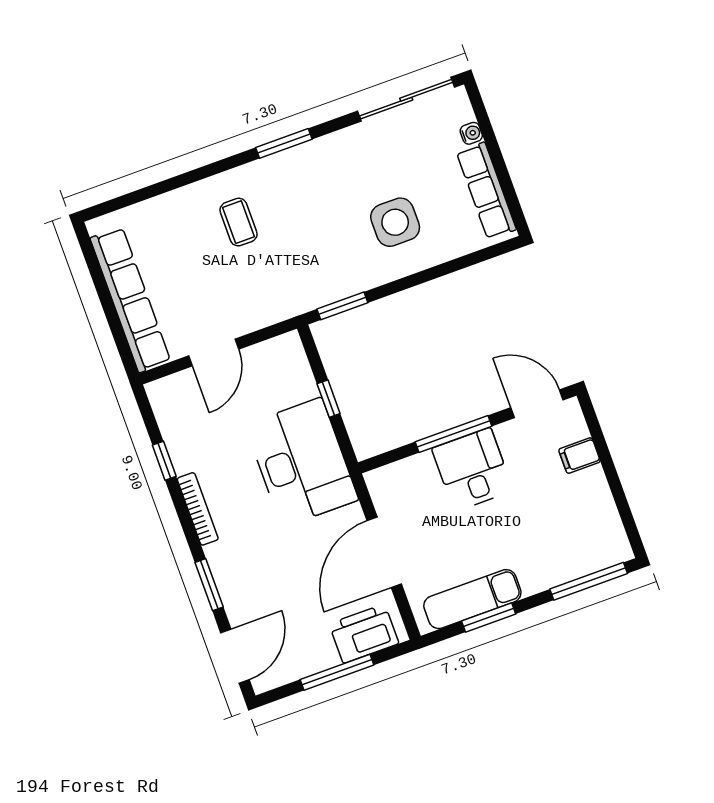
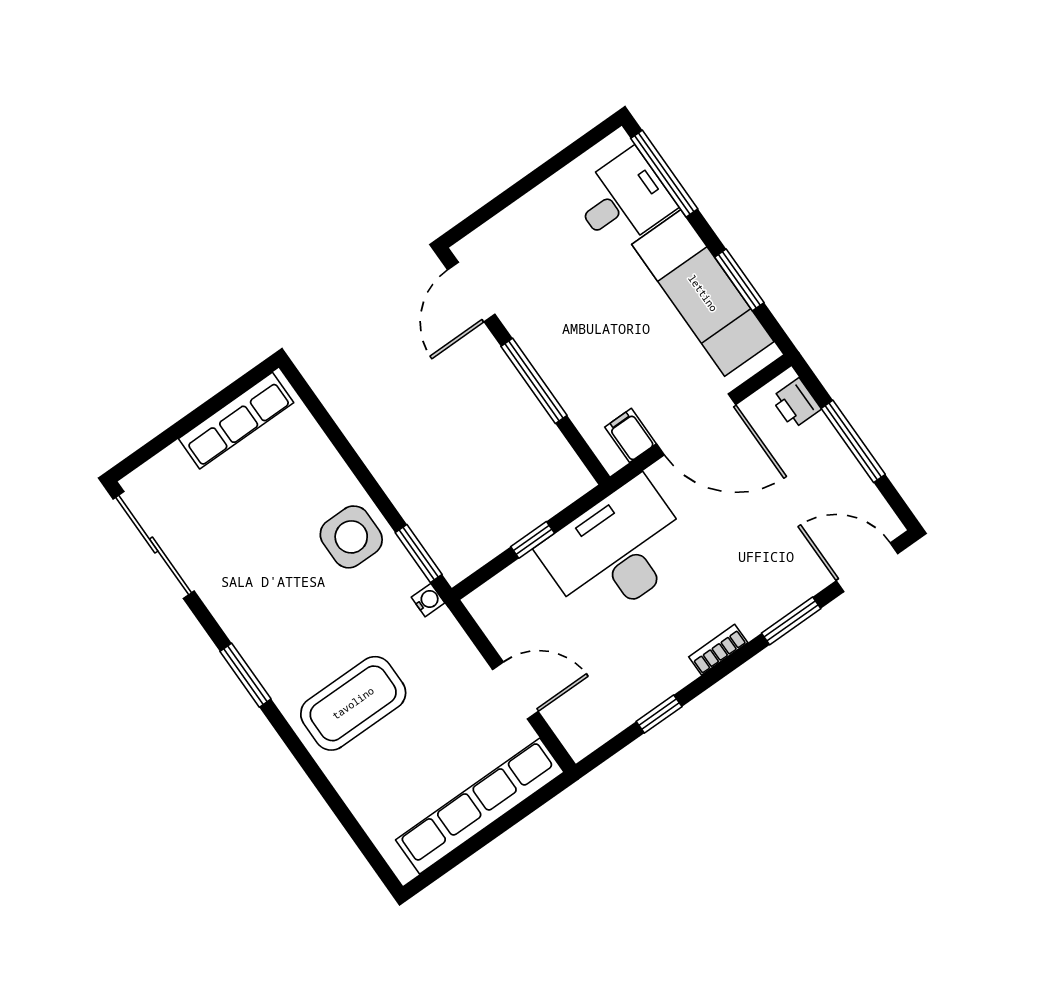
water cooler: (471, 133) -> (428, 600), moved, turned 90
coffee table: (238, 222) -> (353, 703), width x1.86, depth x1.72
side table: (395, 222) -> (351, 537), moved
filing cabinet: (579, 456) -> (630, 435), moved, turned 180
desk: (472, 469) -> (623, 200), moved, turned 180
bookcase: (198, 509) -> (718, 650), width x0.64
exam couch: (472, 599) -> (703, 293), width x1.36, depth x1.45
printer: (364, 634) -> (796, 403), width x0.53, depth x0.68

